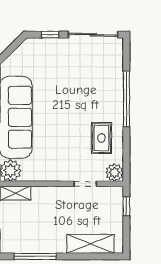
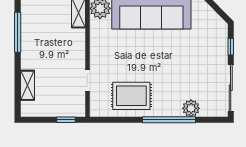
rug: (101, 138) -> (131, 96), width x1.36, depth x1.43
plant: (114, 173) -> (191, 108), moved
shelving: (91, 244) -> (27, 85), width x0.67, depth x0.75

